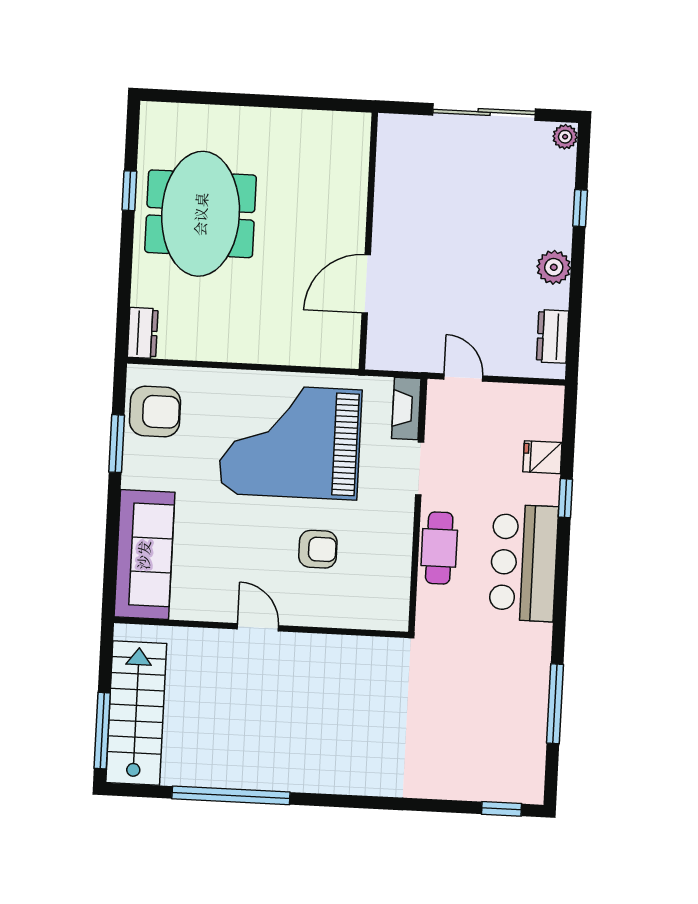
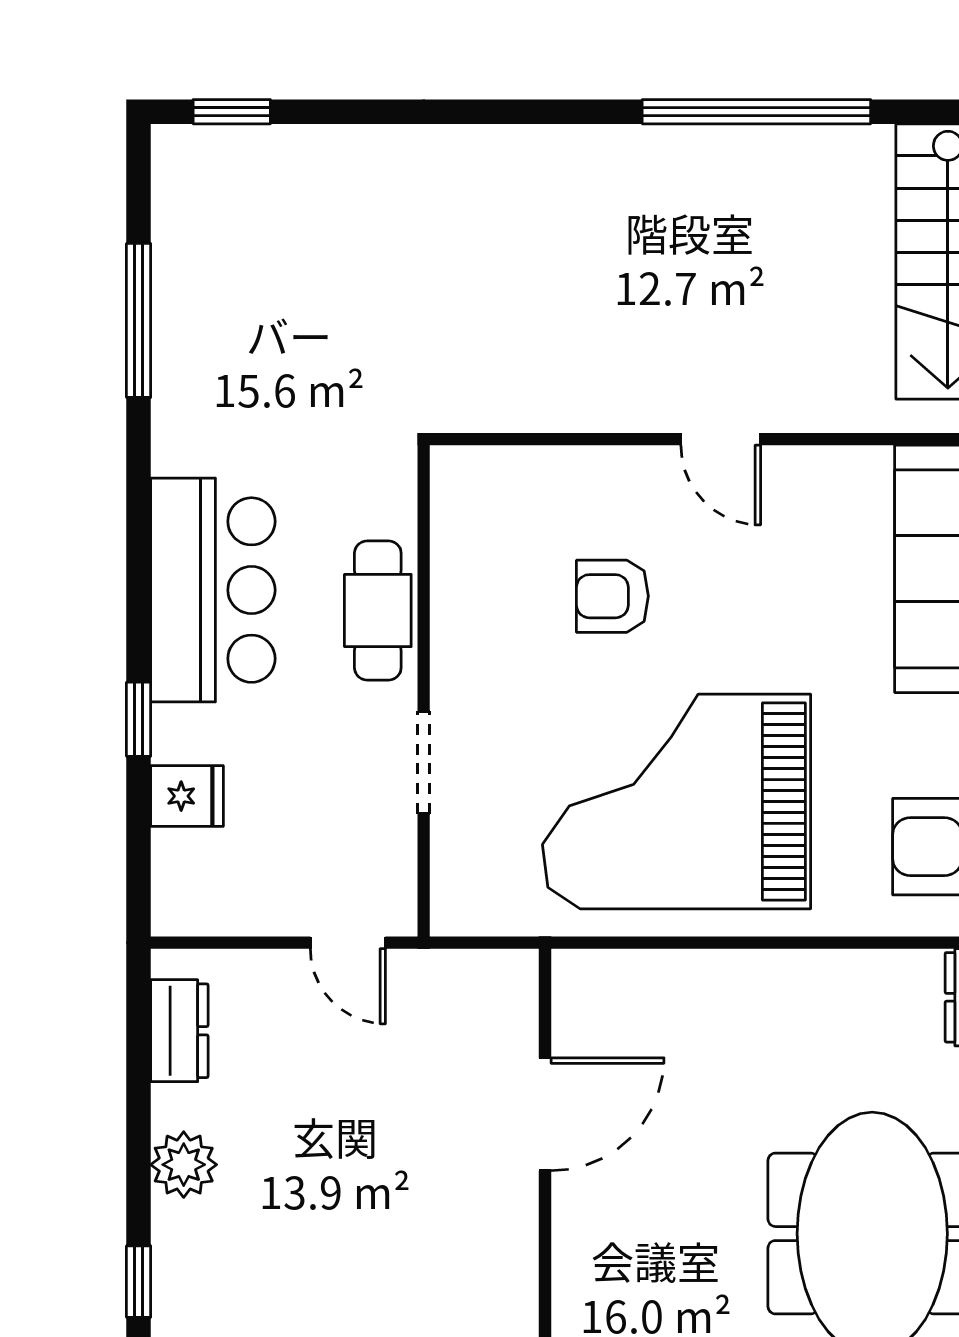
fireplace: (406, 409) -> (455, 877), removed
grand piano: (290, 442) -> (677, 802), turned 180

